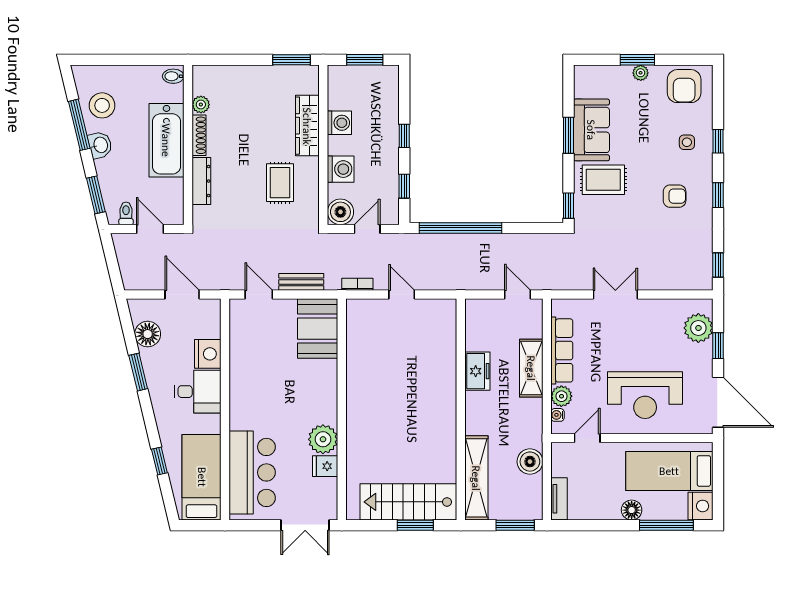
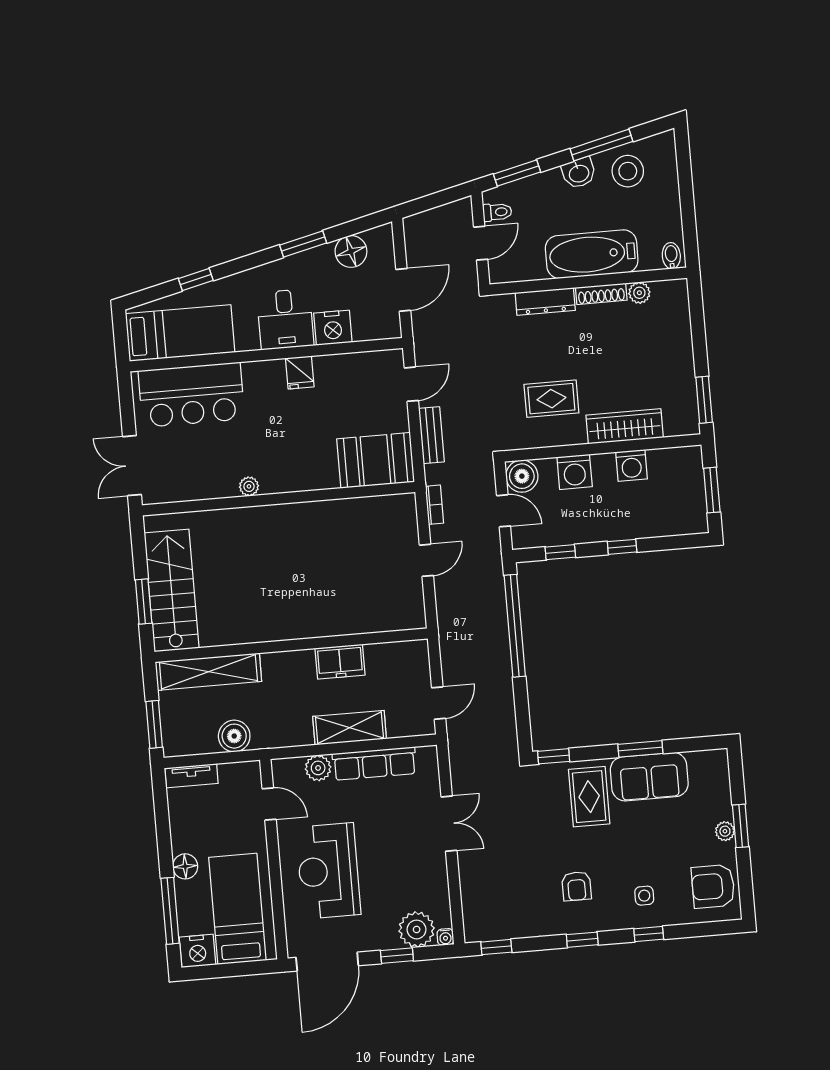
water cooler: (558, 415) -> (445, 937), moved, turned 180
plant: (323, 439) -> (249, 486), width x0.53, depth x0.53
fridge: (325, 466) -> (300, 372), moved, turned 180

